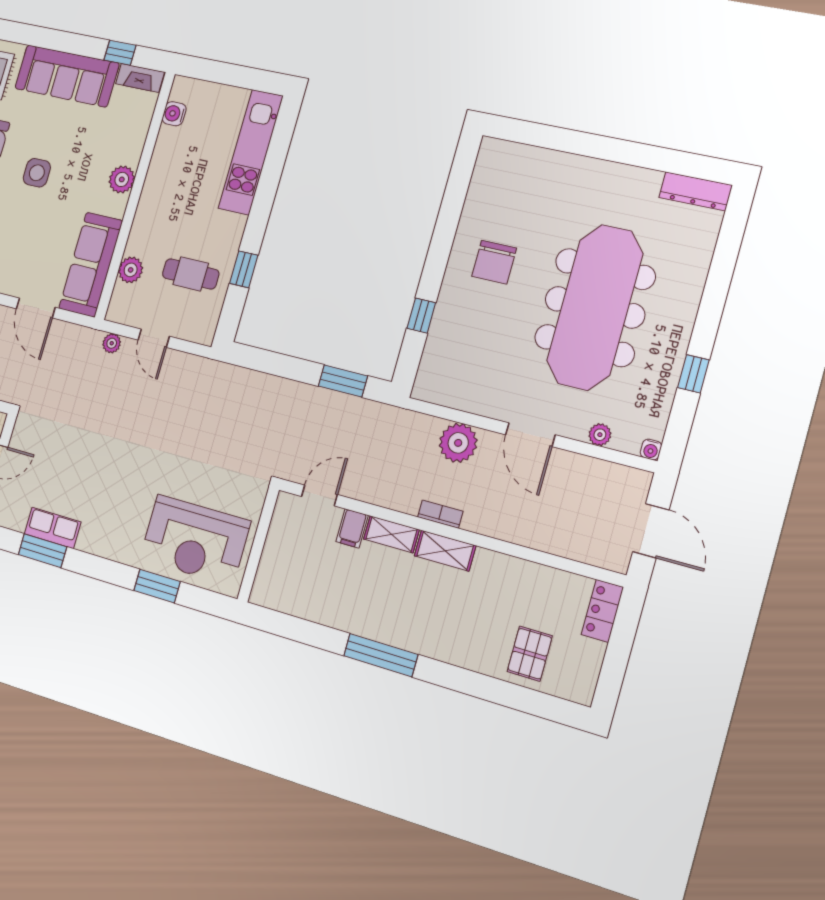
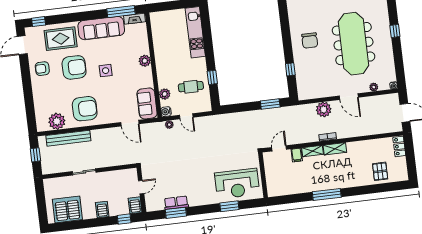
window: (120, 53) -> (121, 12), width x2.17
water cooler: (174, 114) -> (166, 112), moved
sofa: (91, 265) -> (147, 103), width x0.73
window: (693, 374) -> (395, 31), moved

